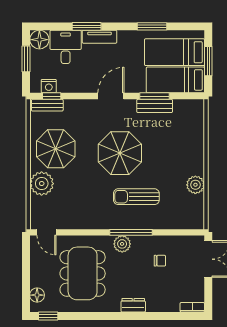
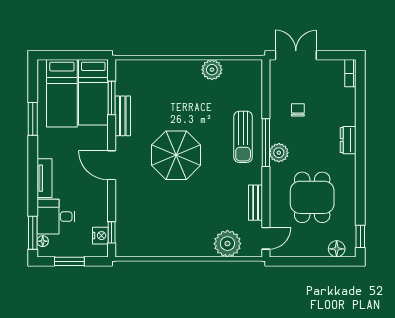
window: (87, 26) -> (33, 233), moved
floor lamp: (39, 40) -> (43, 241), width x0.53, depth x0.53
window: (208, 61) -> (72, 55), removed
window: (155, 96) -> (112, 98), moved
bench: (47, 105) -> (256, 203), moved
parasol: (56, 149) -> (171, 228), removed
plant: (42, 184) -> (227, 244), moved
sun lounger: (136, 197) -> (243, 137), moved
dining table: (83, 273) -> (312, 197), width x0.73

